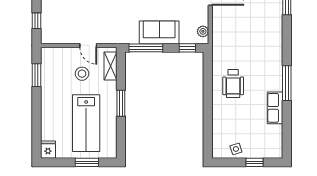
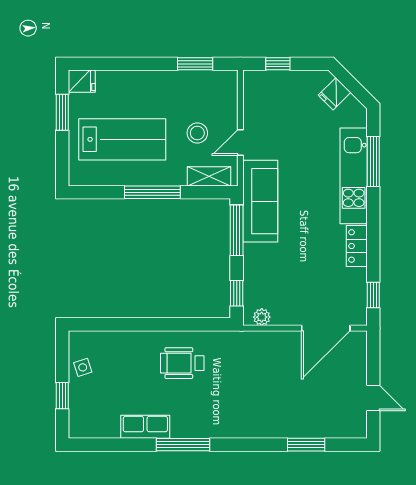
sofa: (159, 32) -> (260, 201), moved, width x1.36
window: (121, 103) -> (152, 192), width x1.44
lab bench: (86, 123) -> (122, 139), turned 180
window: (87, 162) -> (62, 112), moved

